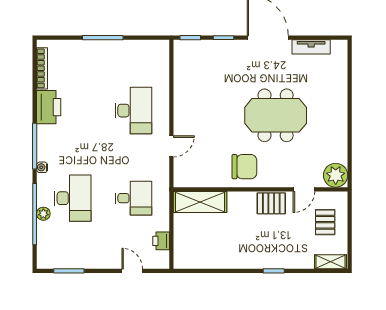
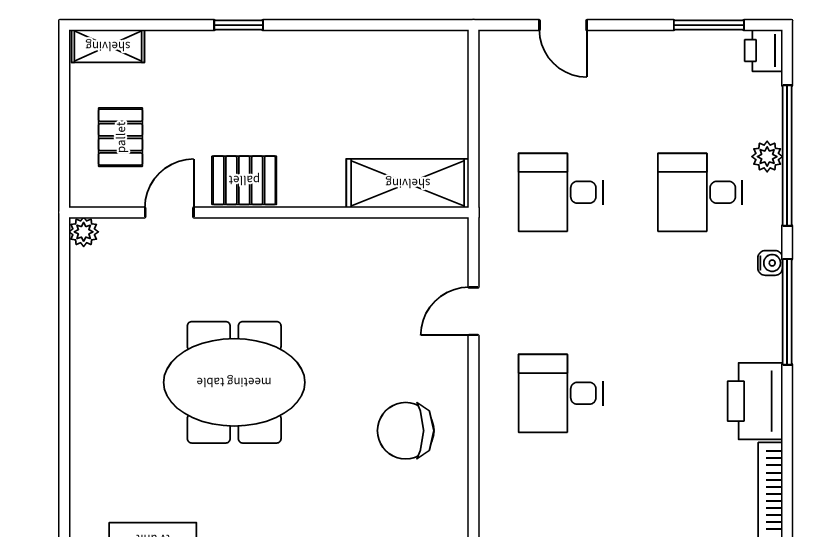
desk: (133, 111) -> (561, 393), width x0.73
chair: (244, 167) -> (406, 431), moved
plant: (336, 175) -> (84, 232), width x0.53, depth x0.53
desk: (73, 198) -> (700, 192), width x0.73
printer: (161, 241) -> (764, 50), moved, turned 180

